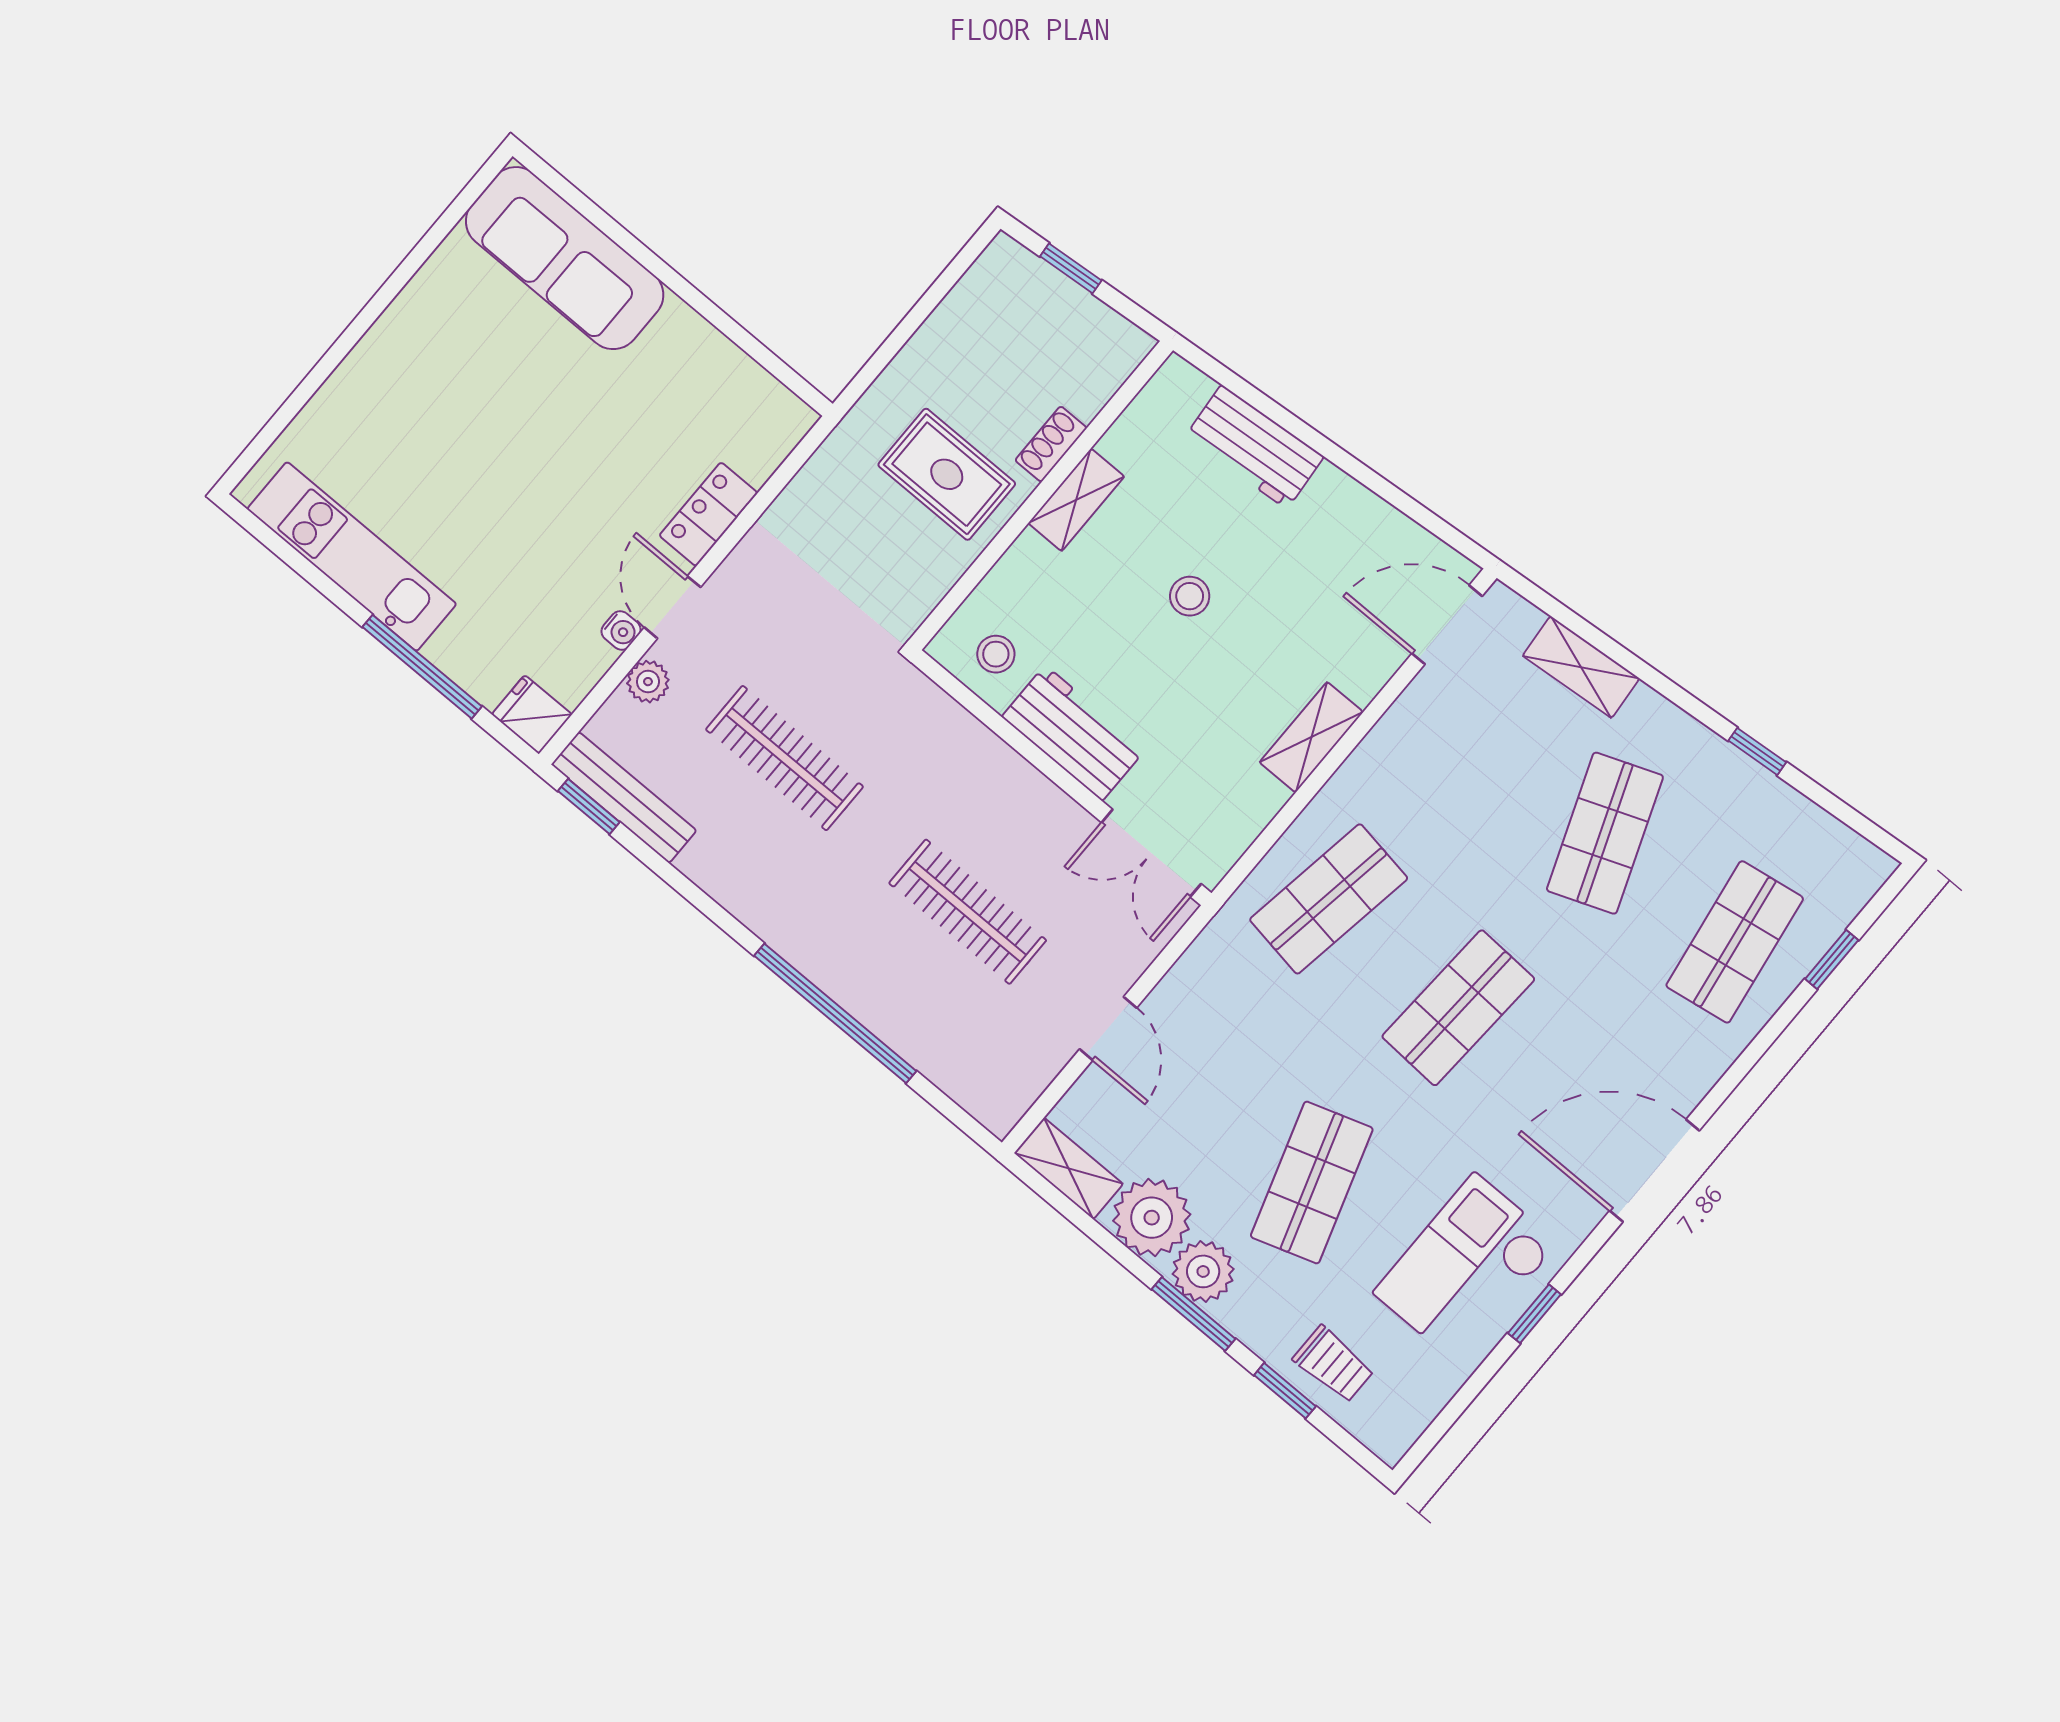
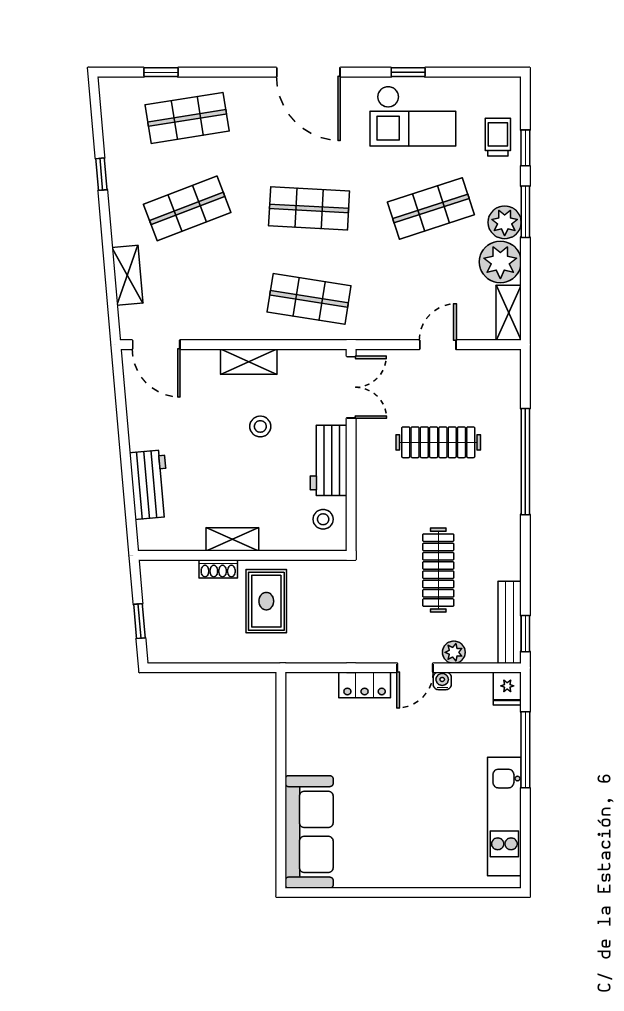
stool: (1190, 596) -> (260, 426), moved
clothes rail: (968, 912) -> (438, 442), turned 90

